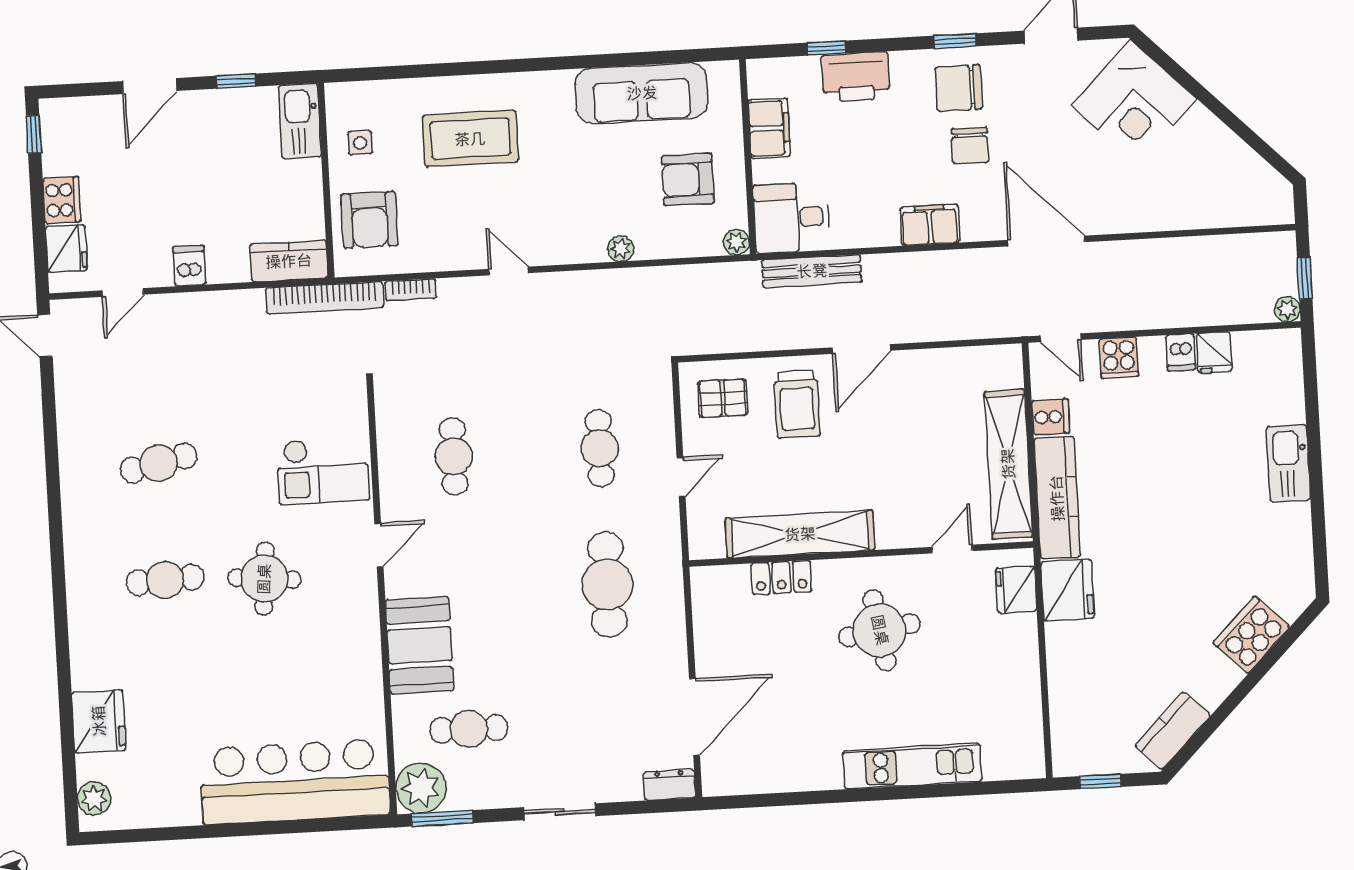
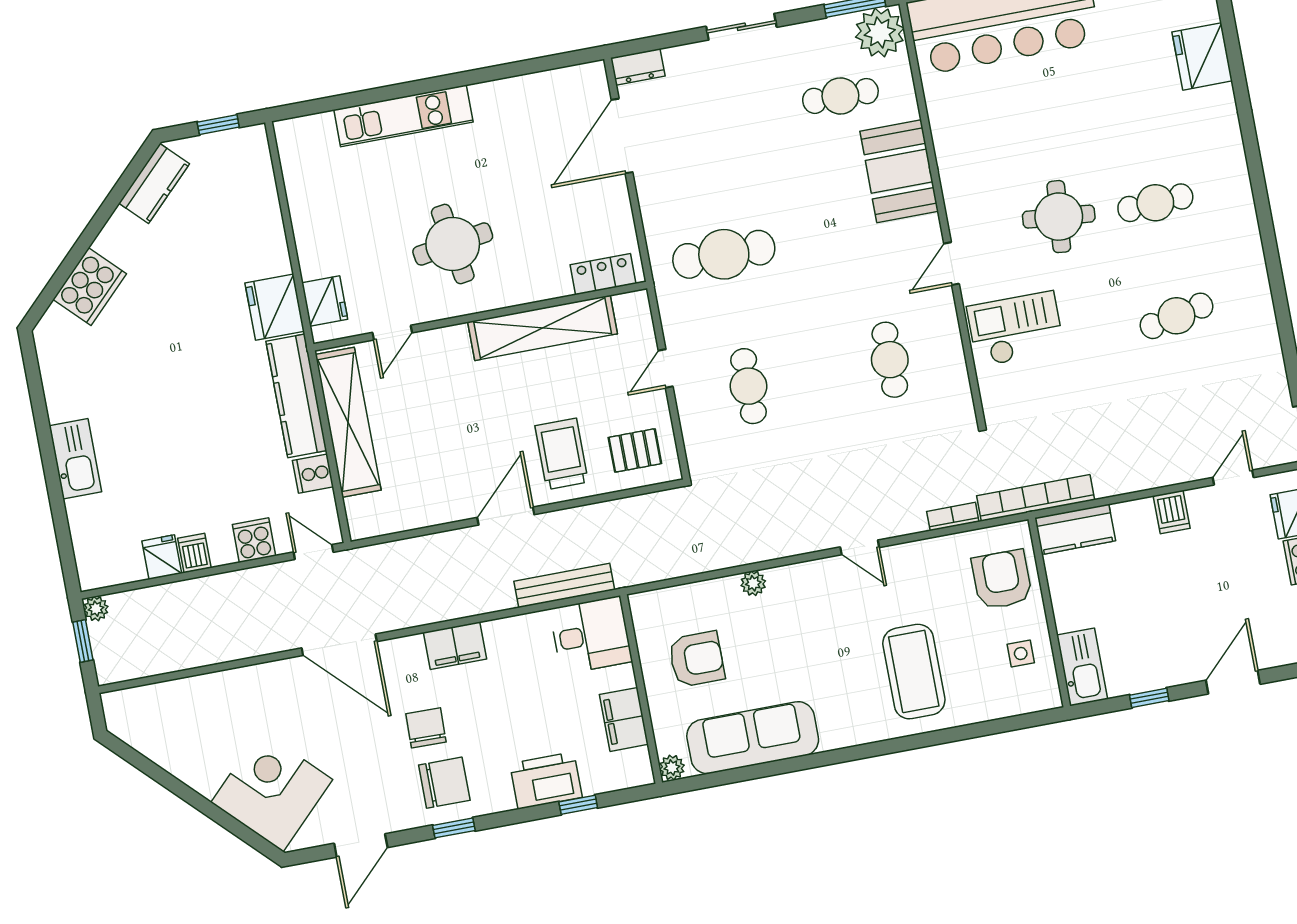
coffee table: (470, 139) -> (914, 672), turned 90
plant: (736, 242) -> (672, 768), moved
locker: (781, 578) -> (603, 274), moved
cafe table: (607, 584) -> (724, 254), turned 90

